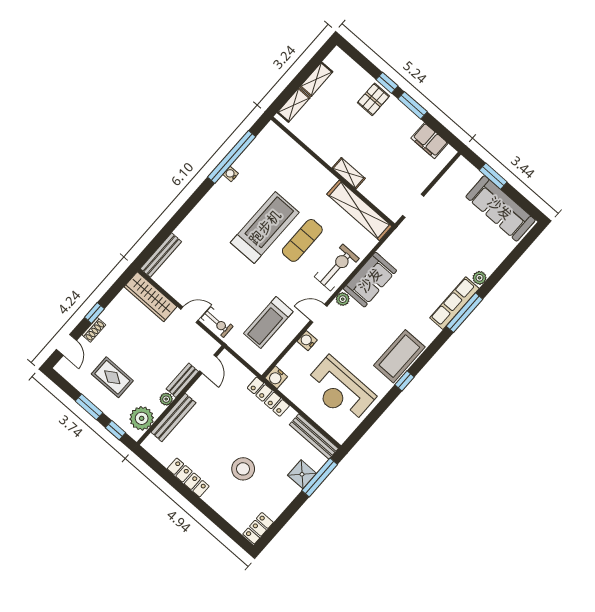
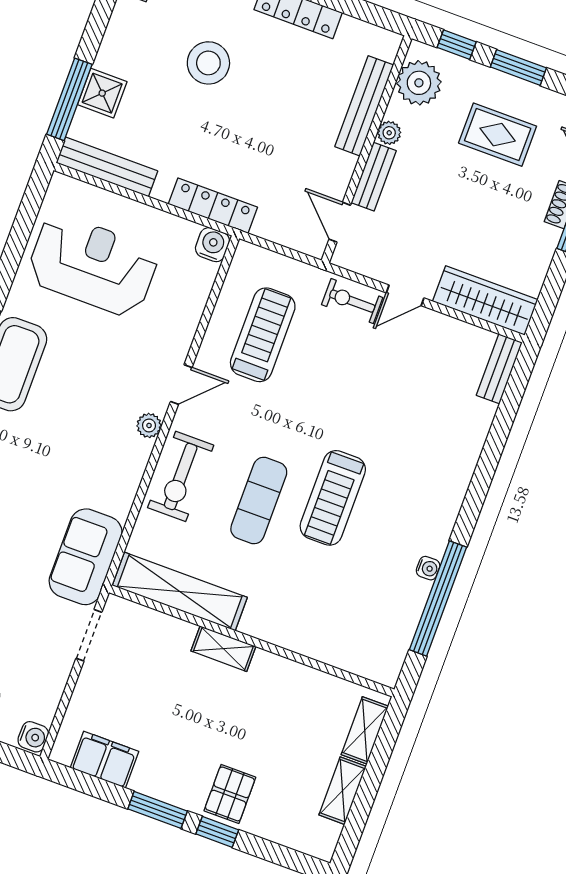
treadmill: (265, 227) -> (333, 498), width x0.73, depth x0.73
bench: (161, 255) -> (499, 369), width x0.73
sofa: (370, 280) -> (86, 557), moved
water cooler: (307, 341) -> (33, 737), moved

